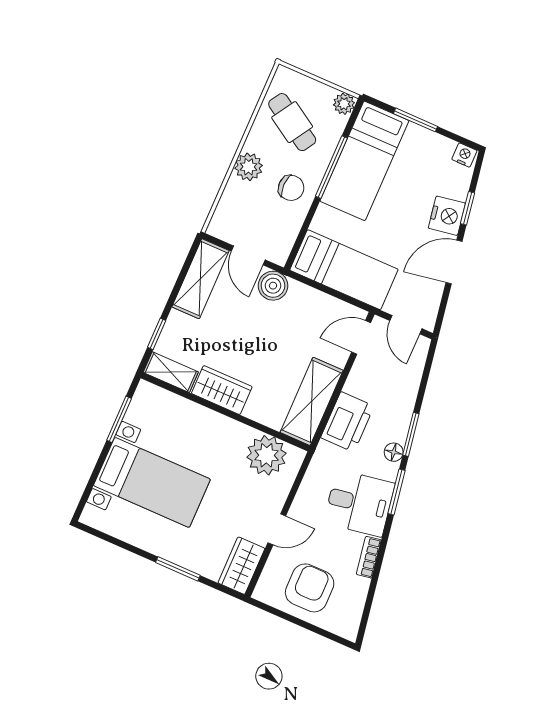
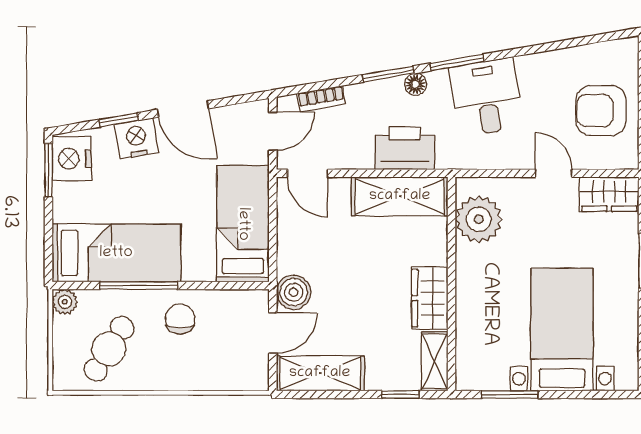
window: (415, 120) -> (49, 170), moved
nightstand: (464, 155) -> (72, 159), width x1.89, depth x1.79
plant: (249, 167) -> (177, 374), removed
bookcase: (369, 557) -> (321, 99), moved

